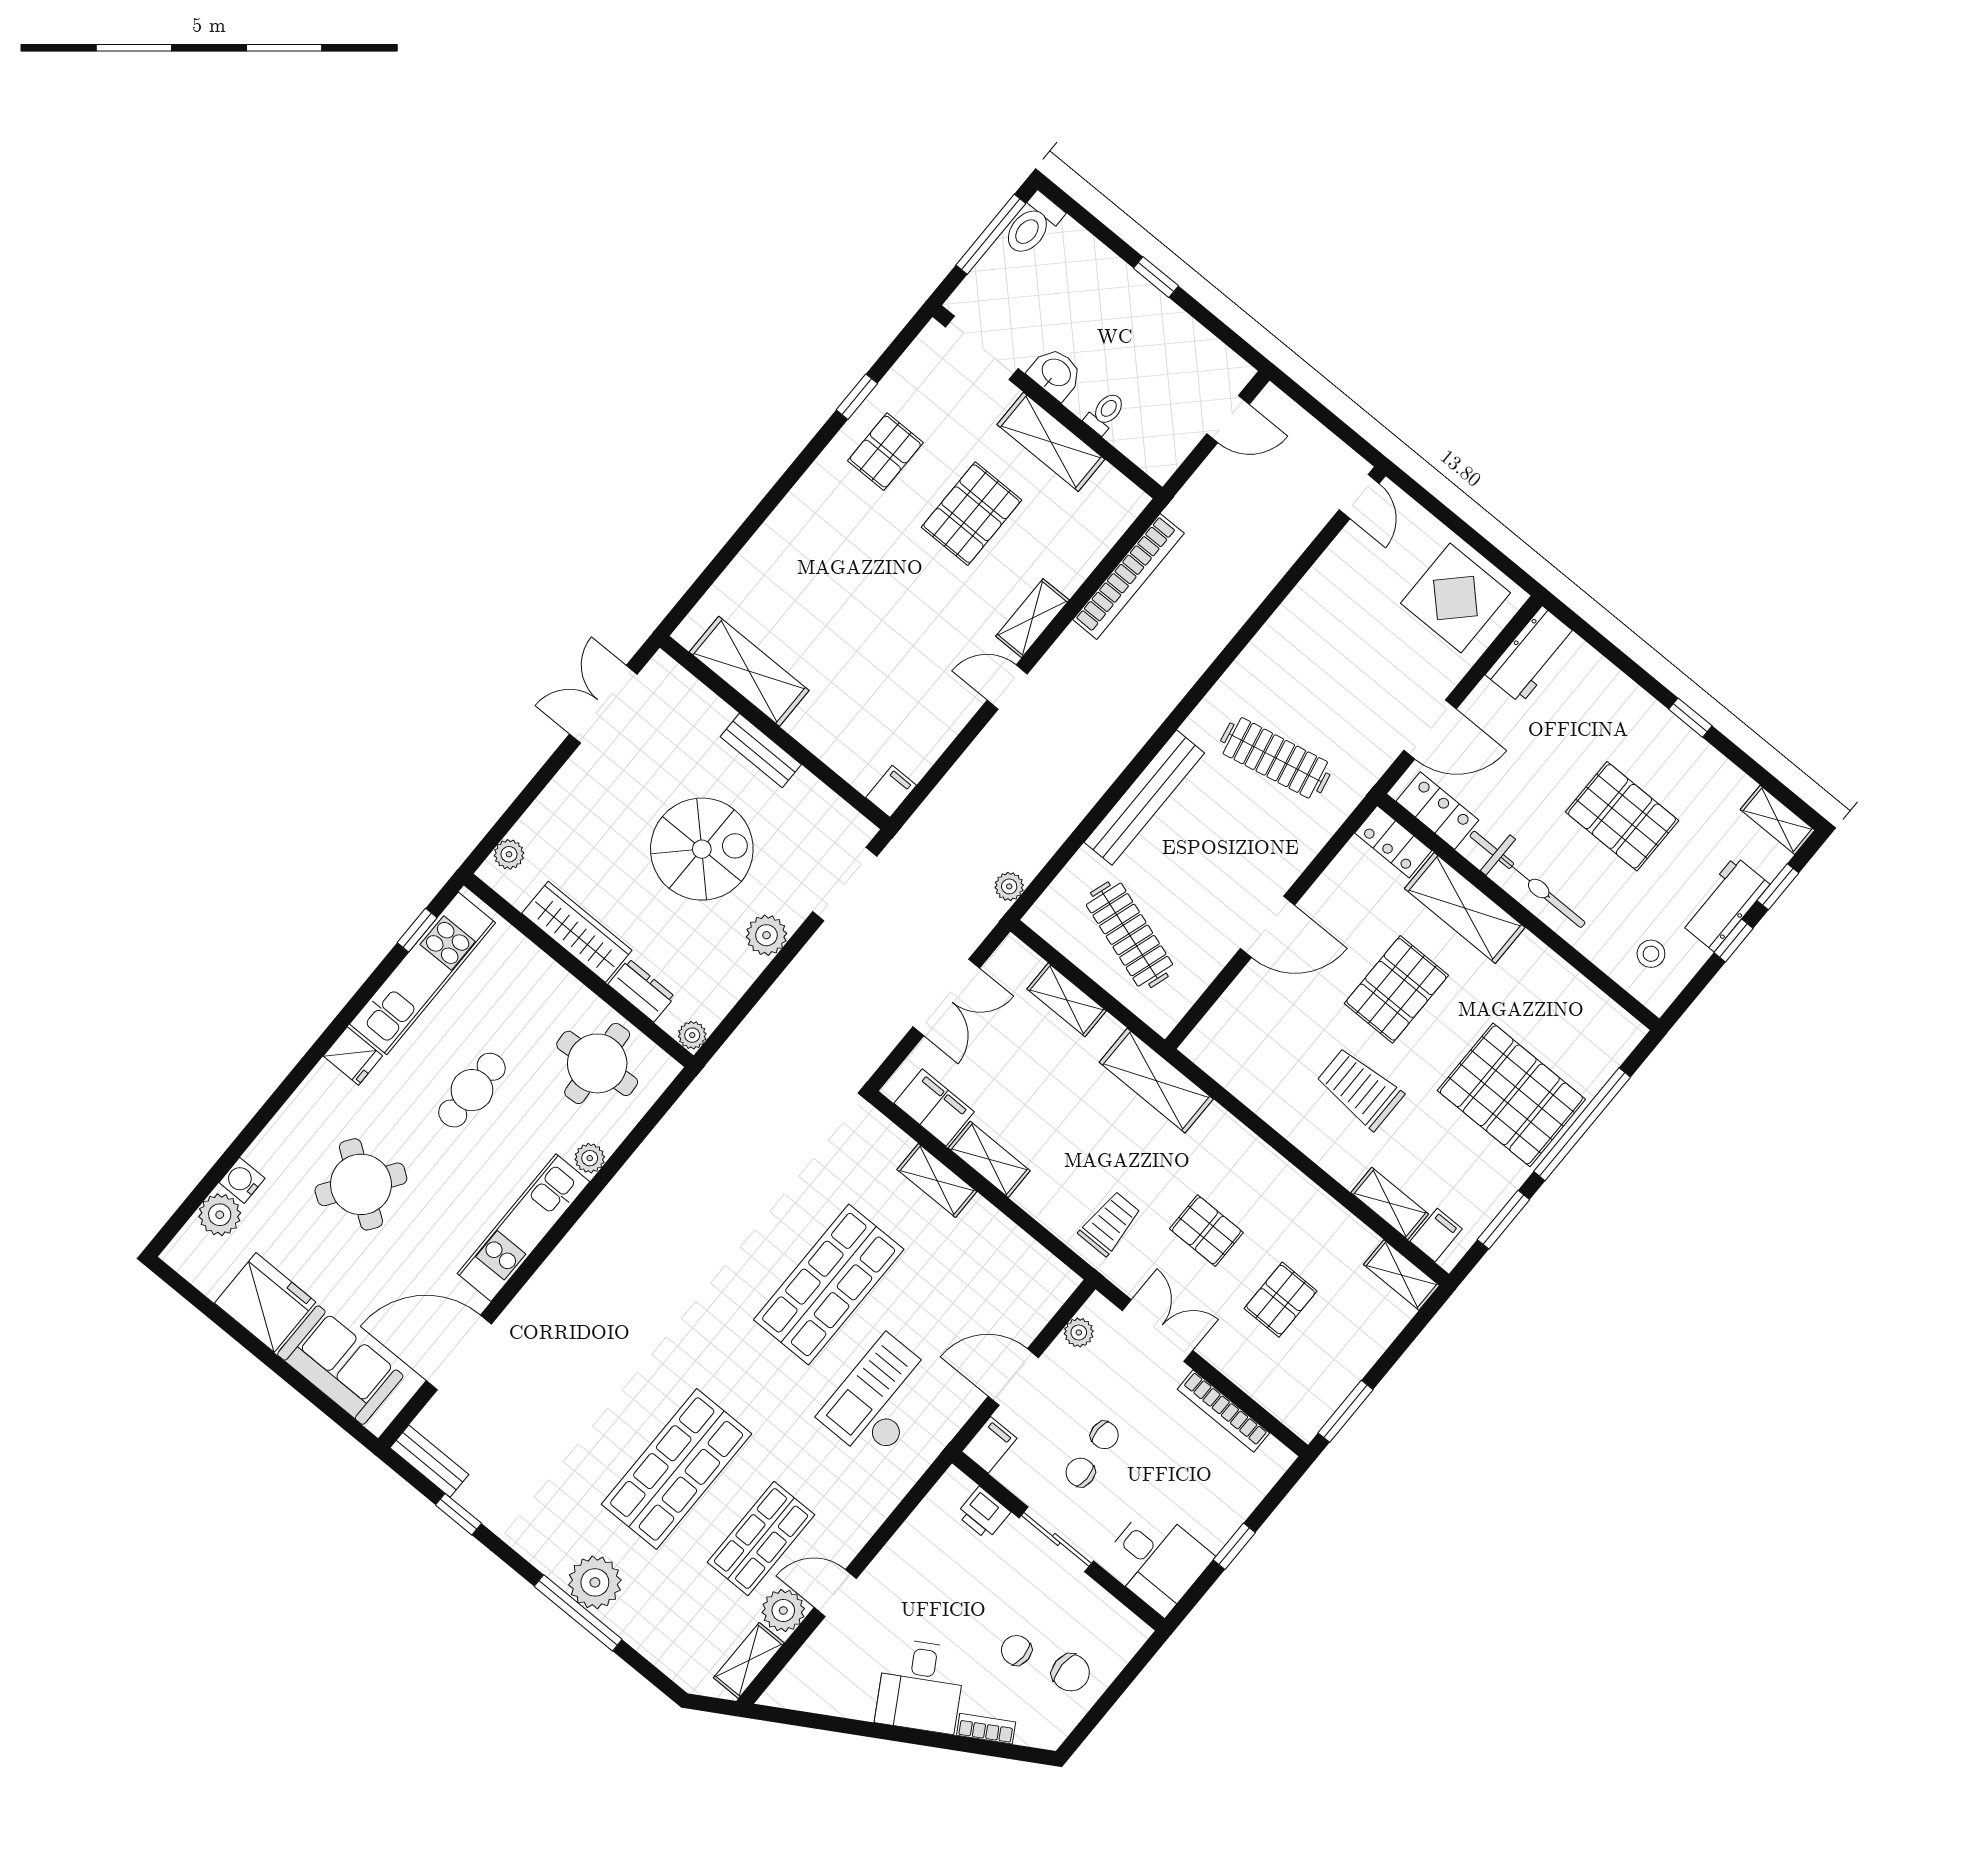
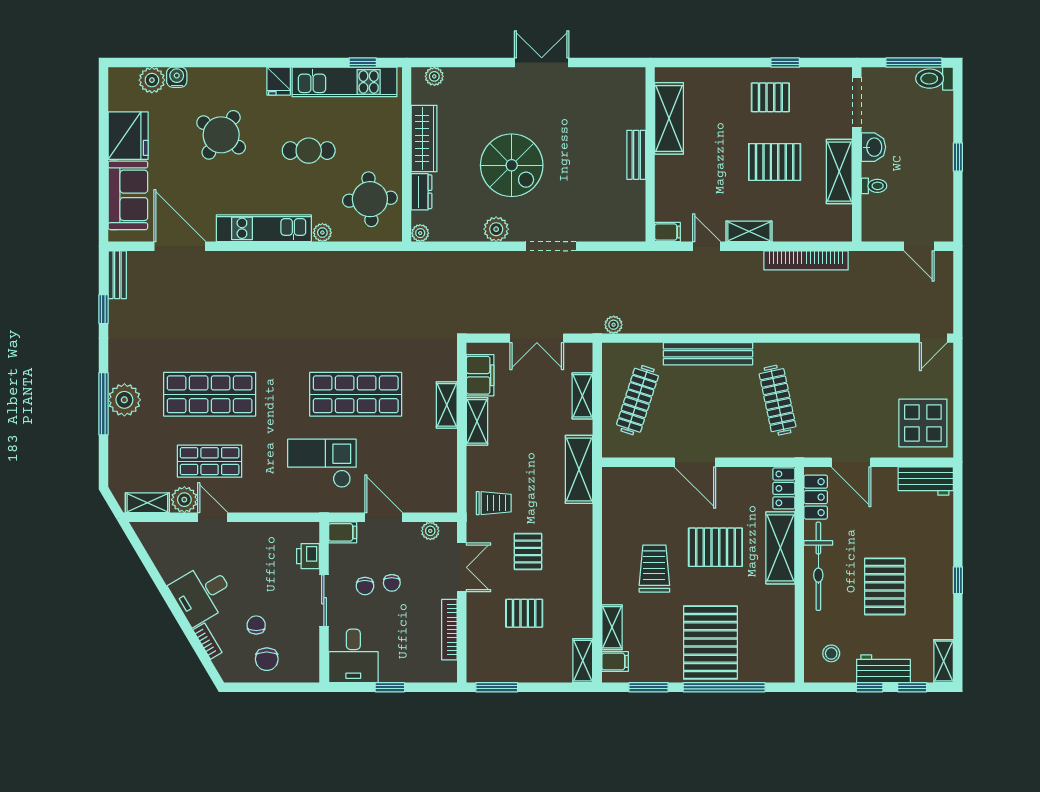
shelving: (749, 671) -> (669, 118), moved
wall: (775, 733) -> (650, 154), moved
bench: (761, 751) -> (636, 155), moved
filing cabinet: (891, 791) -> (668, 232), moved
chair: (1080, 1472) -> (365, 586), turned 180

